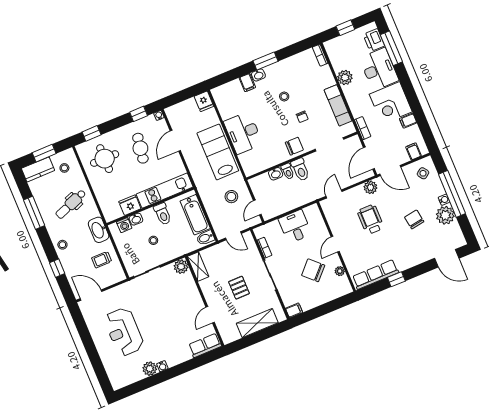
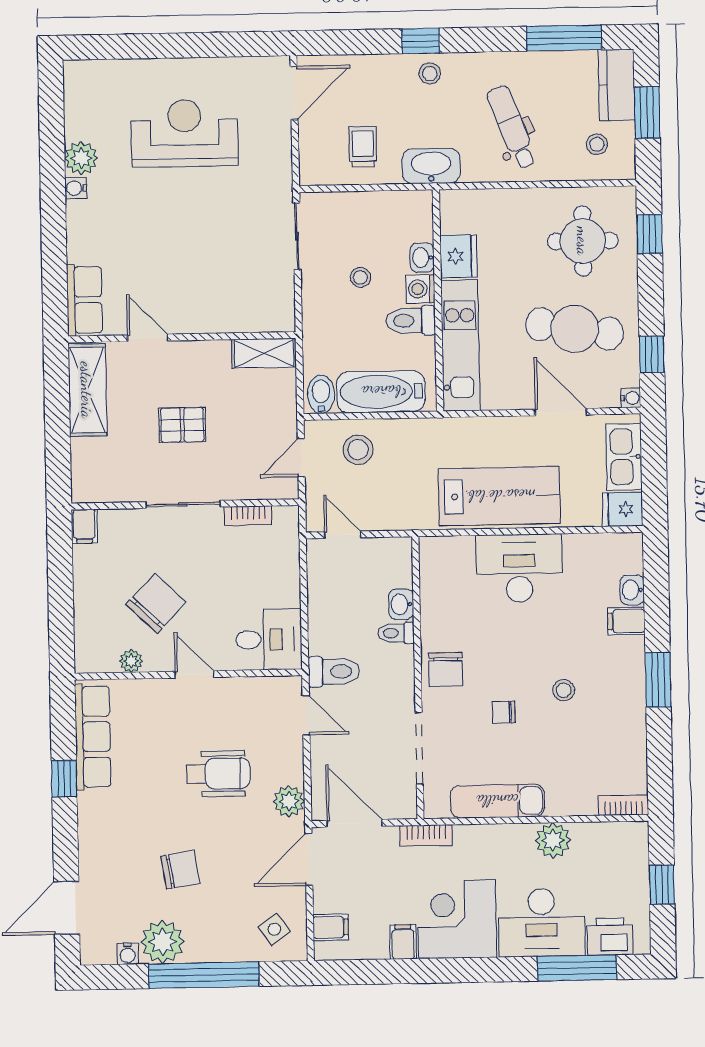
washbasin: (258, 75) -> (632, 590), moved
kitchen sink: (183, 109) -> (624, 457), added
cafe table: (140, 148) -> (575, 329), width x1.37, depth x1.35
toilet: (300, 170) -> (334, 672), moved, turned 180
stool: (231, 197) -> (358, 450), moved
water cooler: (444, 200) -> (128, 954), moved
window: (34, 213) -> (564, 38), moved
washing machine: (124, 225) -> (421, 289), moved
desk: (295, 227) -> (269, 639), moved
plant: (181, 267) -> (279, 316), removed
window: (57, 268) -> (421, 41), moved
shelving: (257, 323) -> (87, 390), moved

